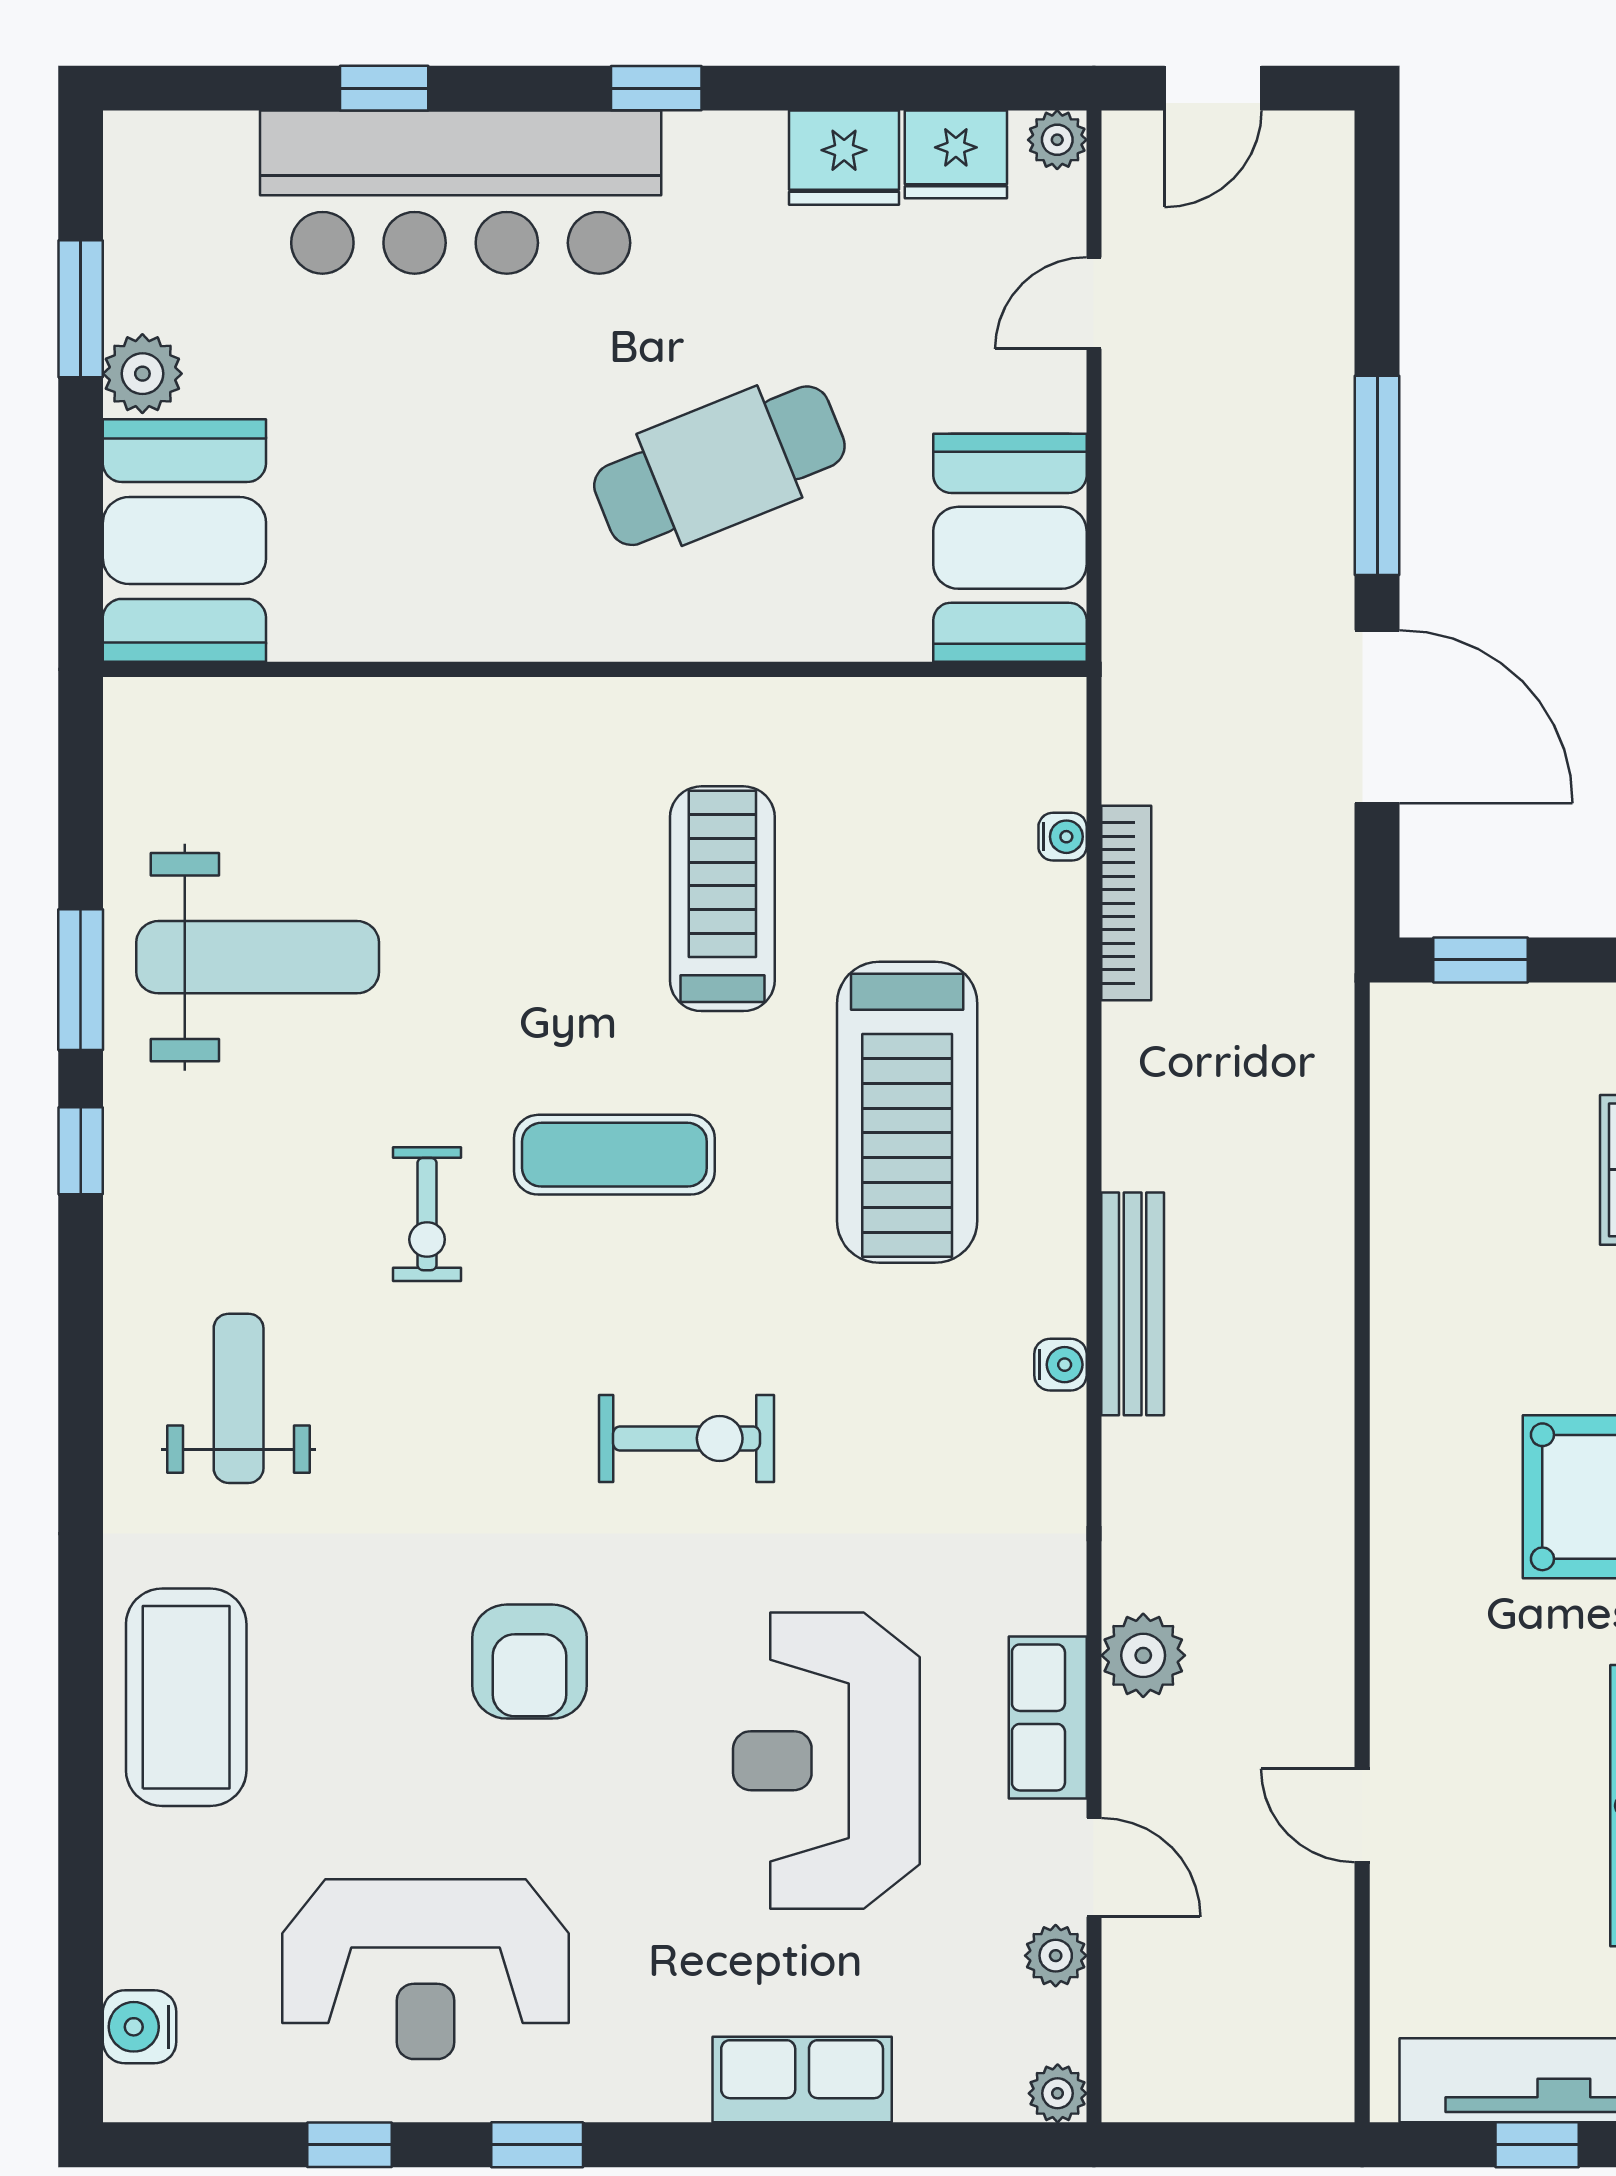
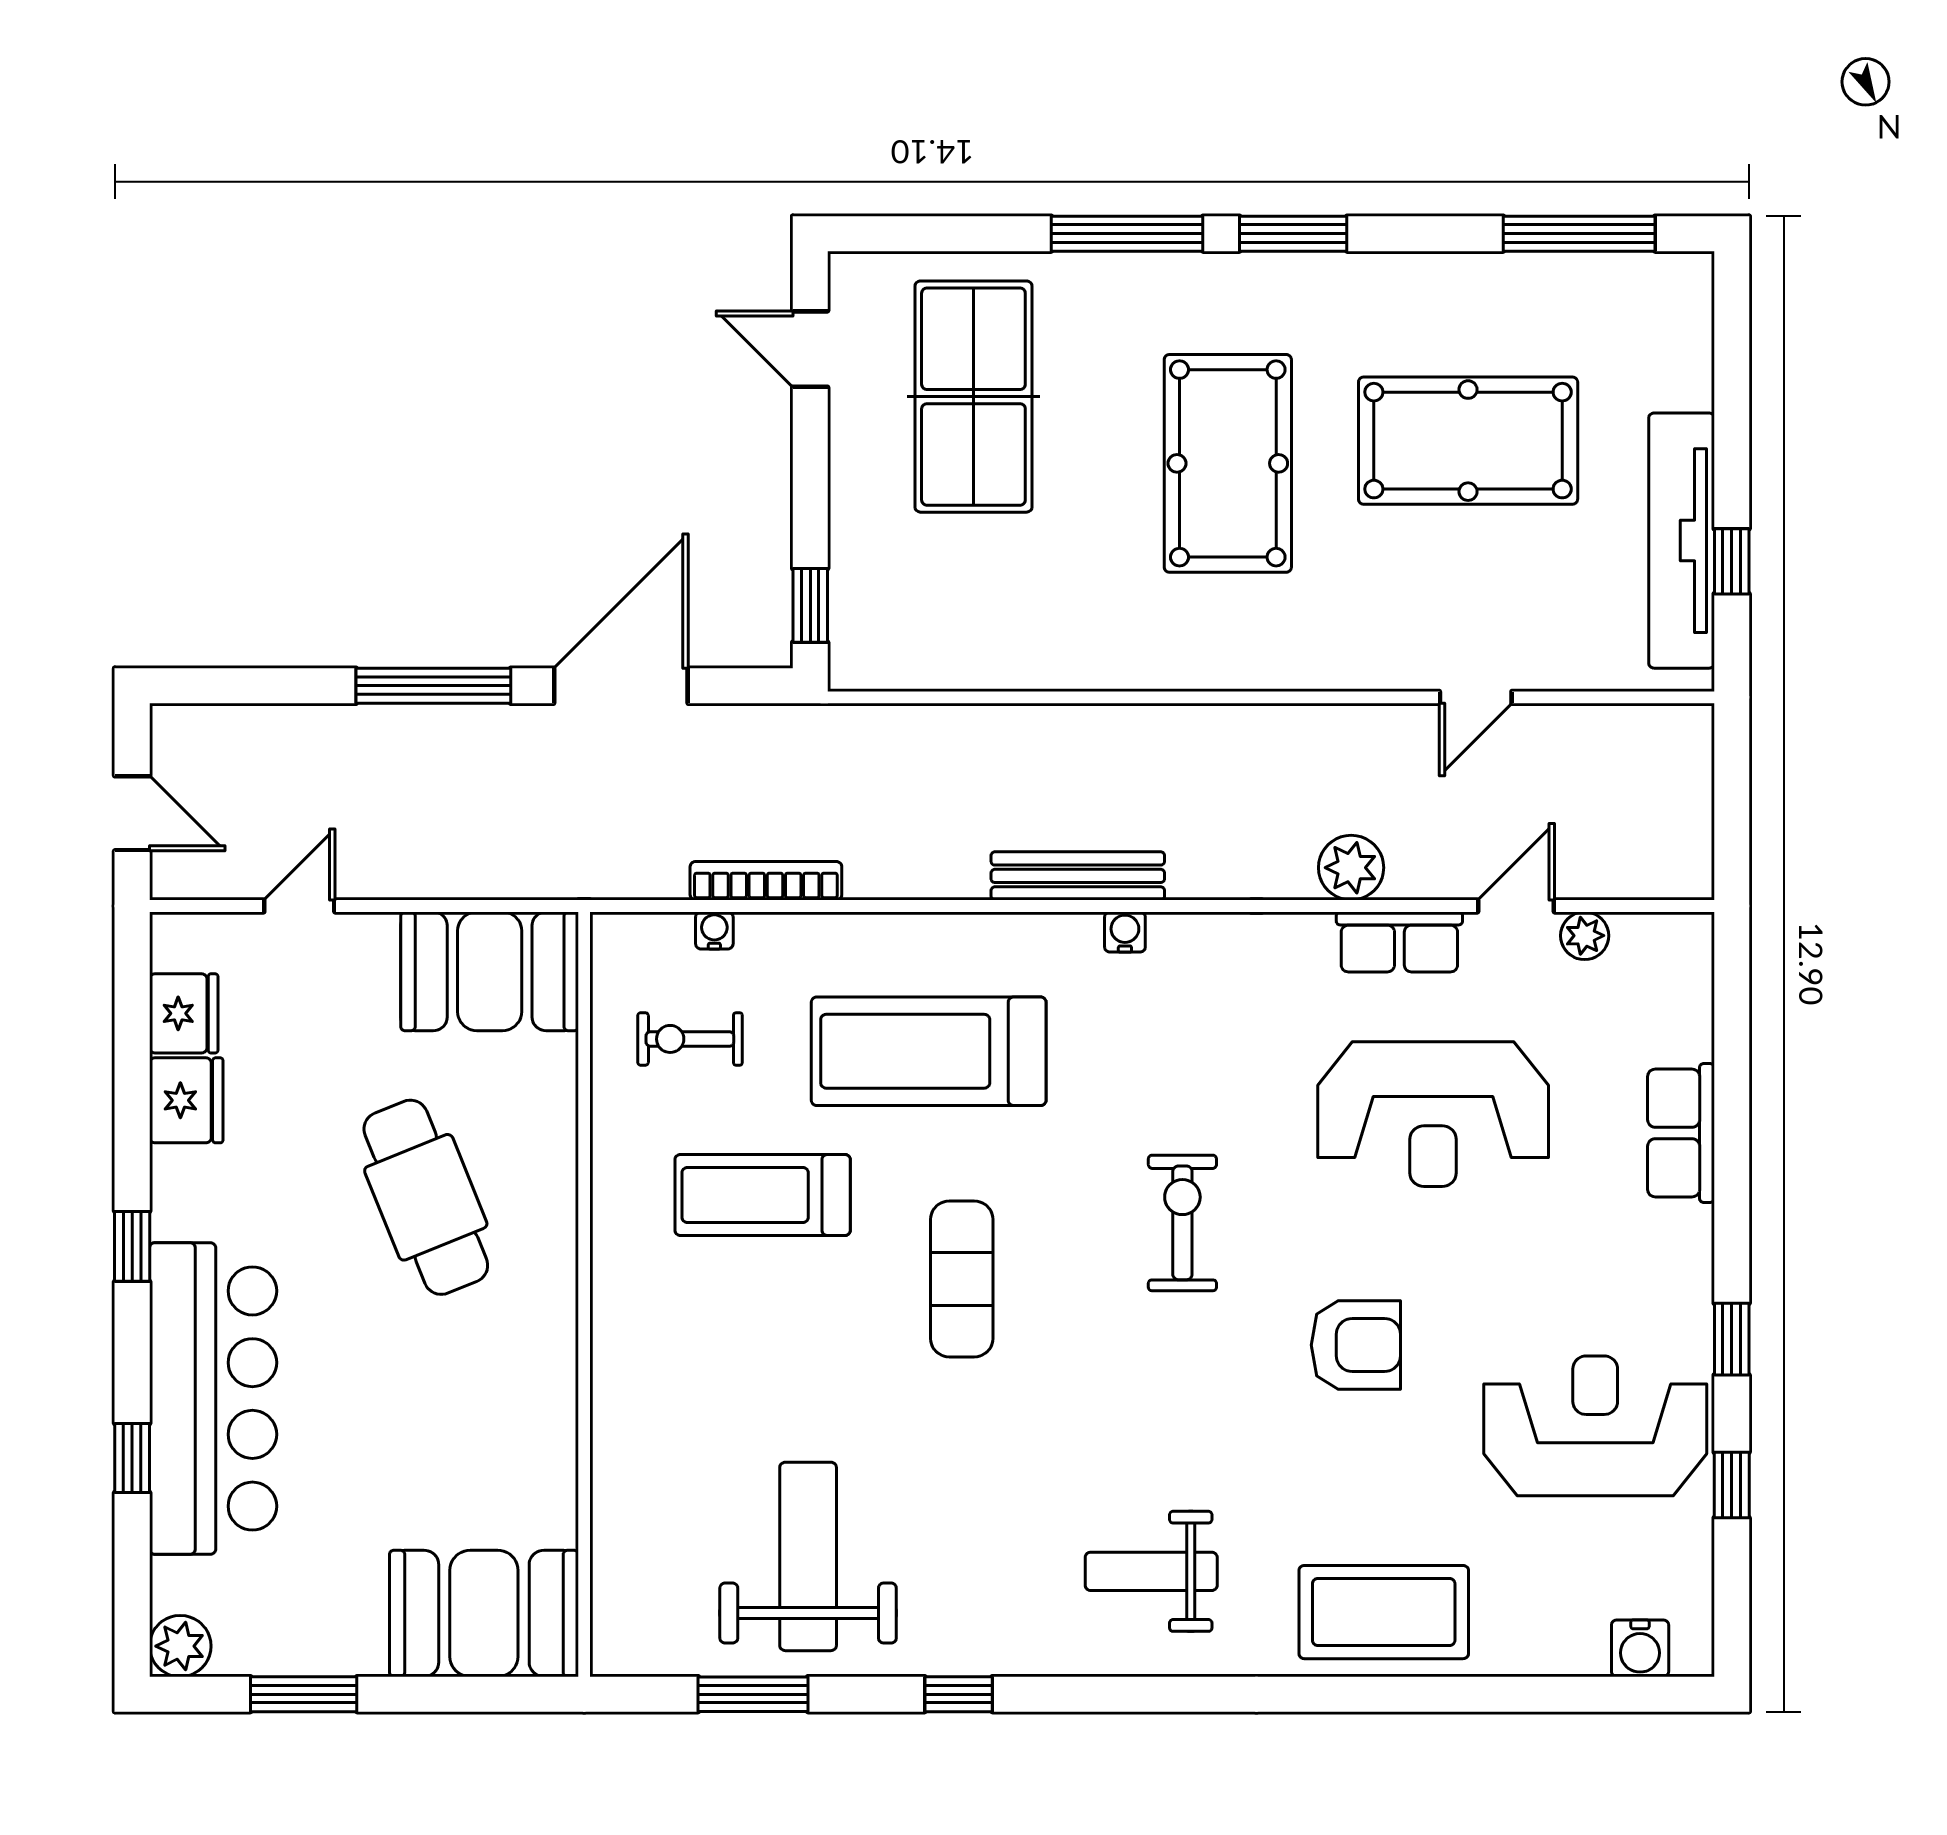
plant: (1057, 140) -> (172, 935), removed
door: (1094, 303) -> (299, 906), swing flipped
plant: (142, 374) -> (180, 1646), moved
window: (81, 980) -> (753, 1694), moved
treadmill: (907, 1112) -> (929, 1051), turned 180
exercise bike: (427, 1214) -> (690, 1039), moved, turned 180
reception desk: (426, 1969) -> (1595, 1426), turned -90
plant: (1058, 2093) -> (1692, 934), removed

